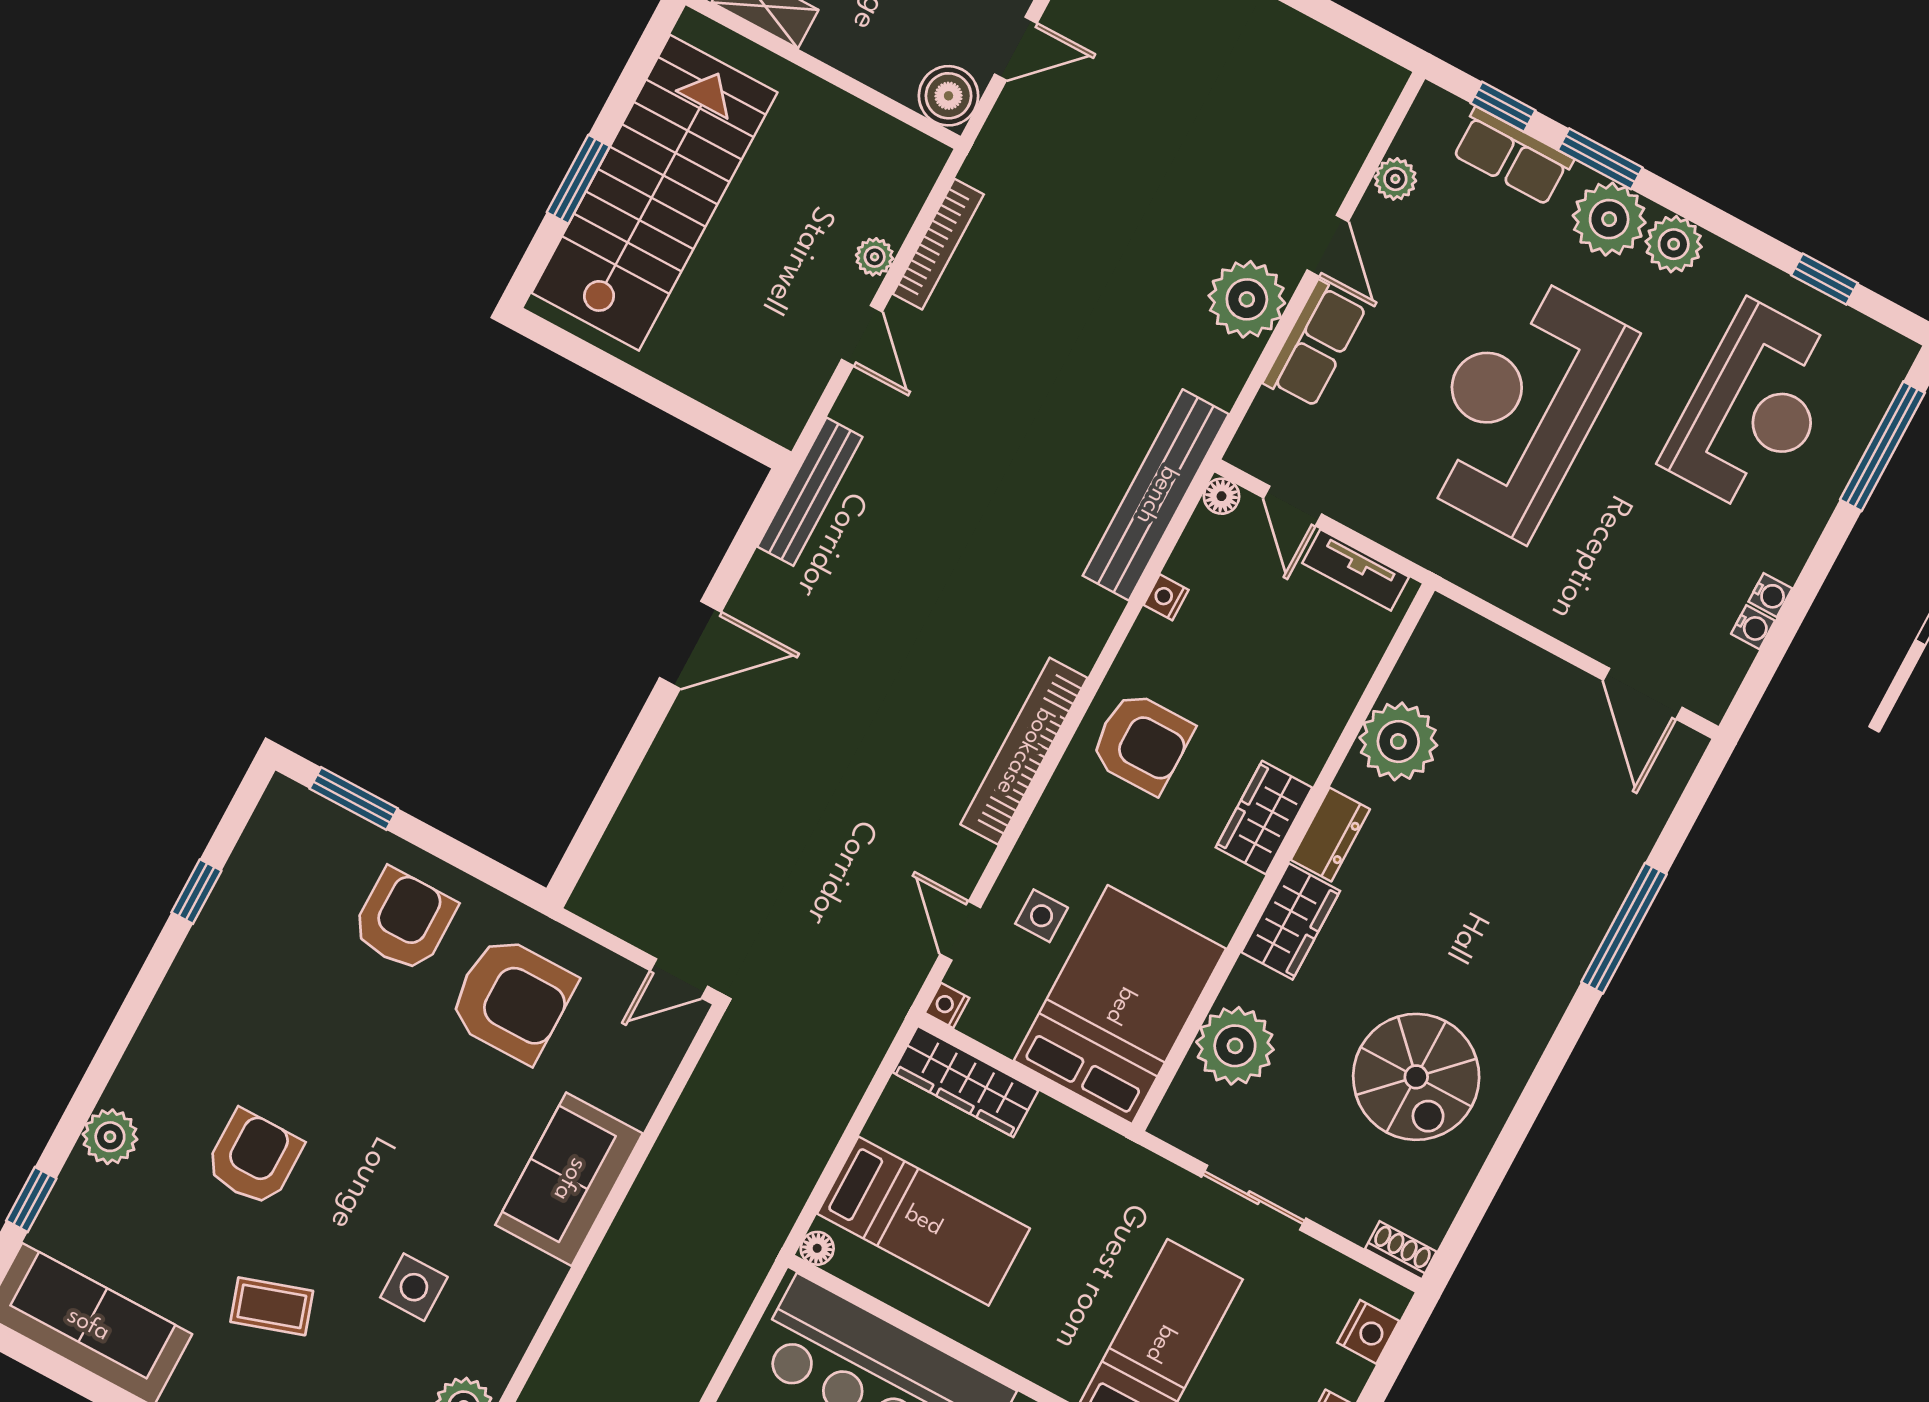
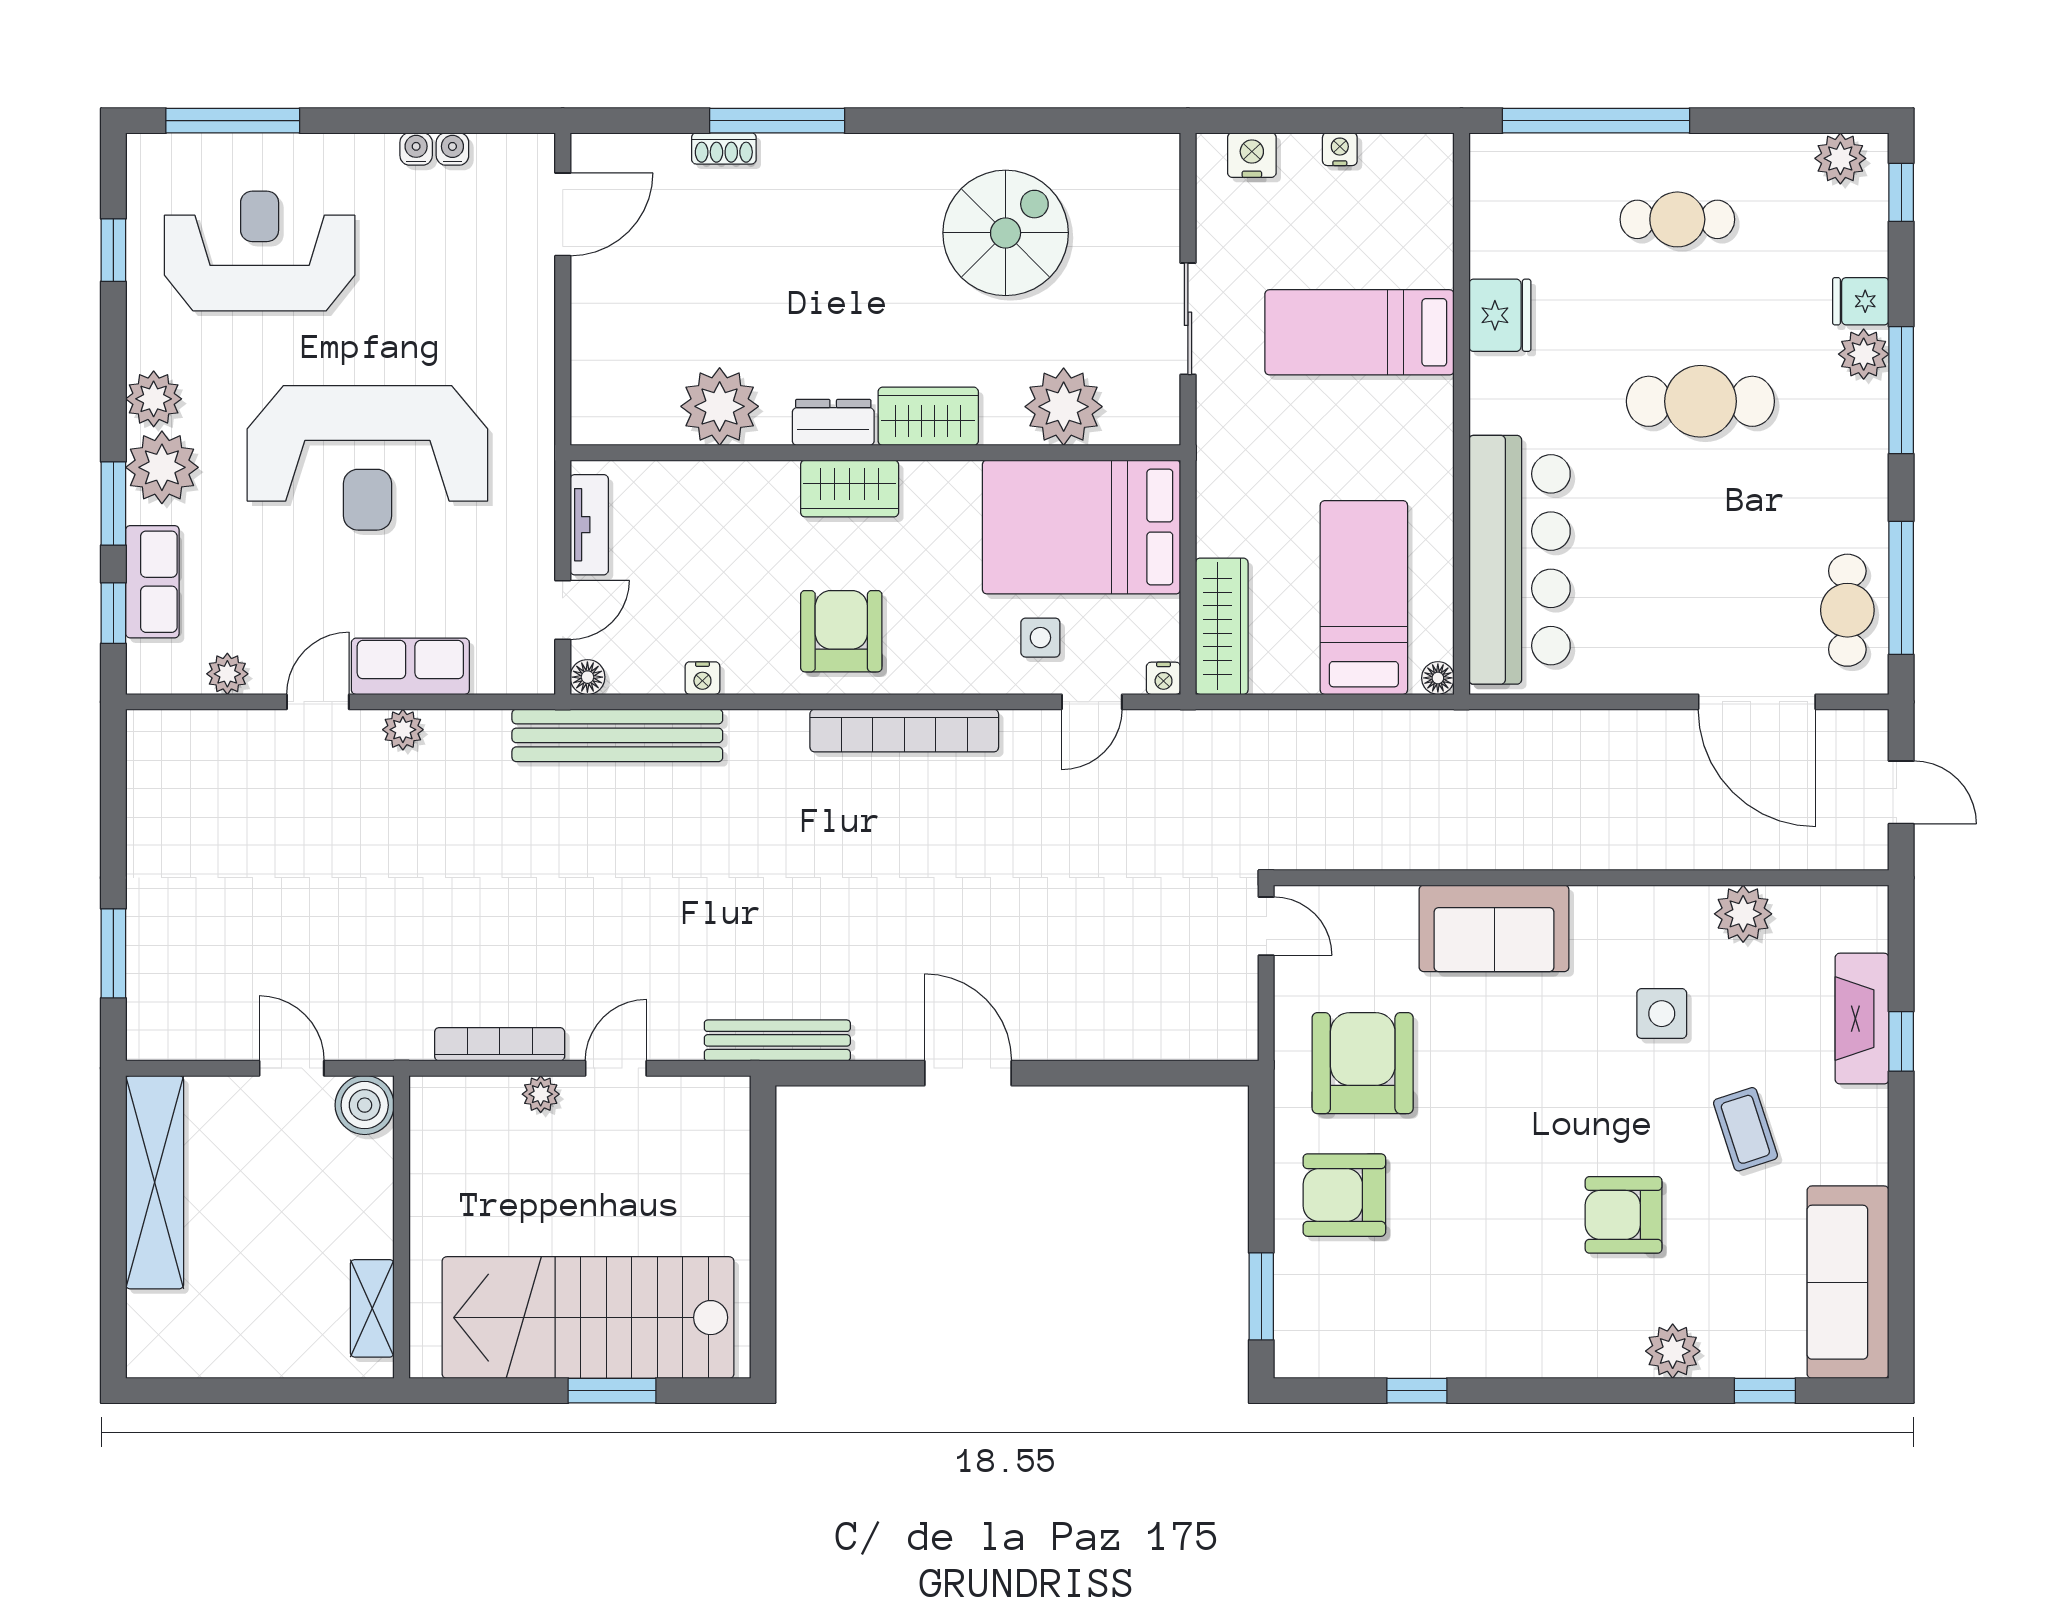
plant: (1247, 299) -> (403, 730), width x0.53, depth x0.53
shoe rack: (1401, 1250) -> (724, 148), moved, turned -90

